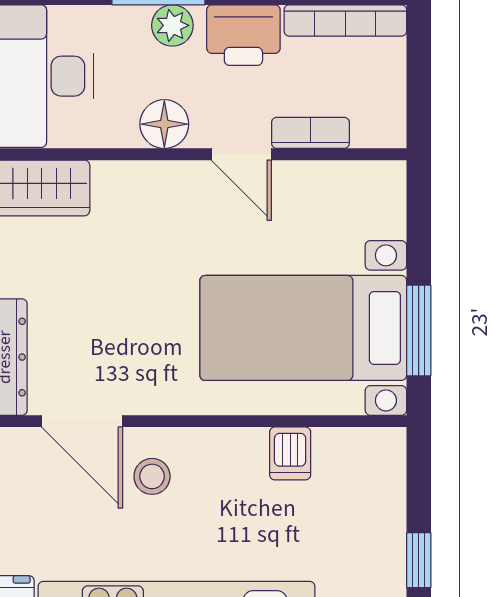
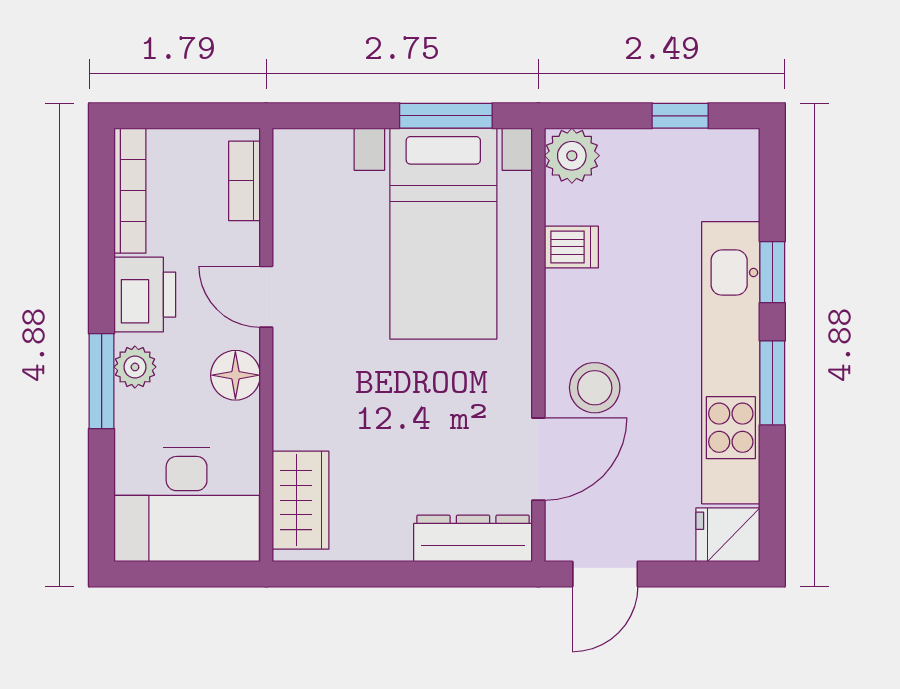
bookcase: (310, 133) -> (244, 181), moved
door: (241, 154) -> (266, 297), swing flipped
plant: (380, 454) -> (572, 156), added
stool: (152, 476) -> (595, 388), width x1.37, depth x1.37

